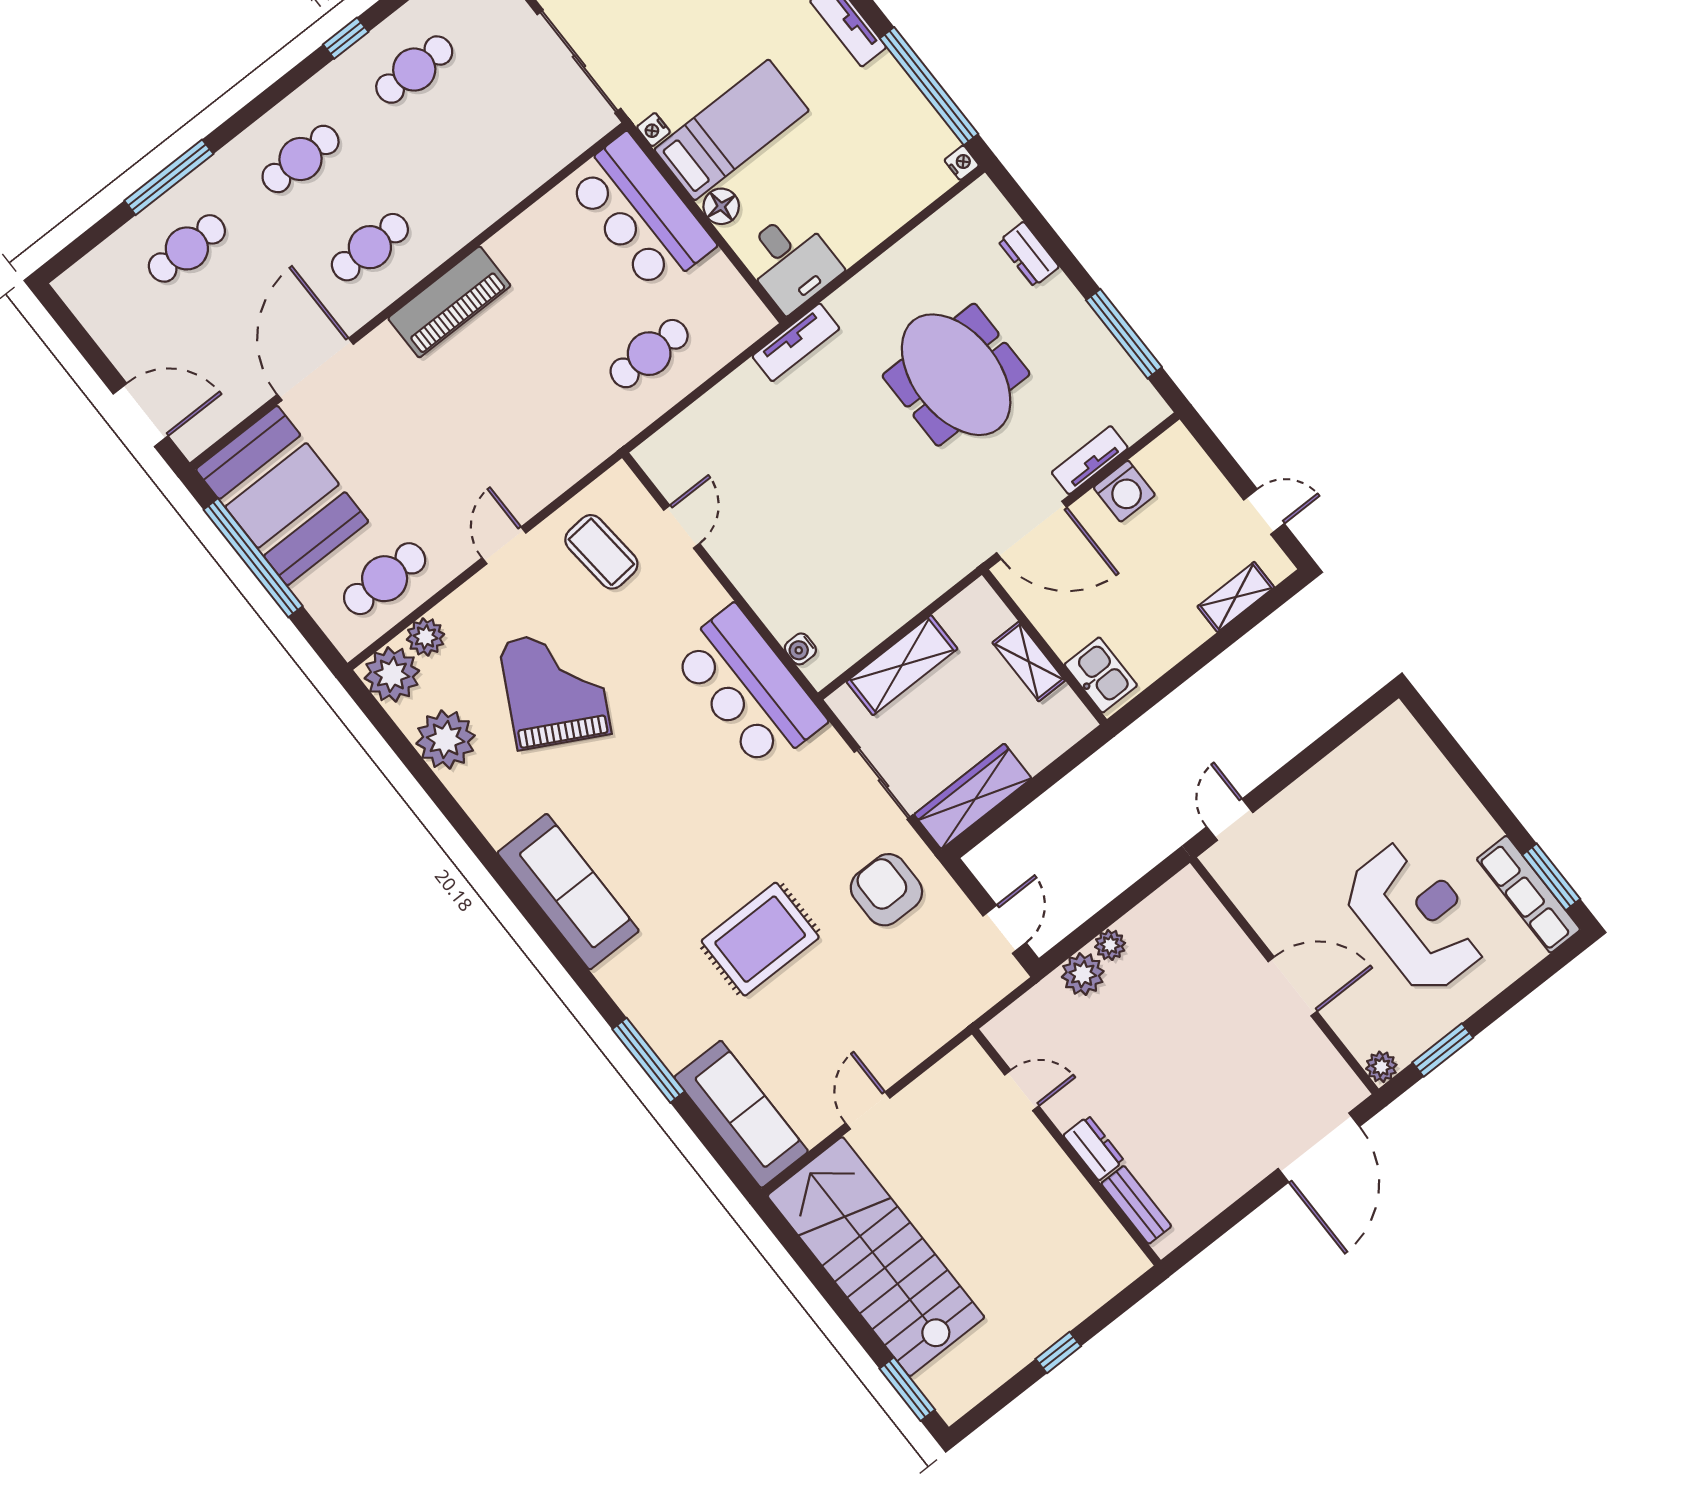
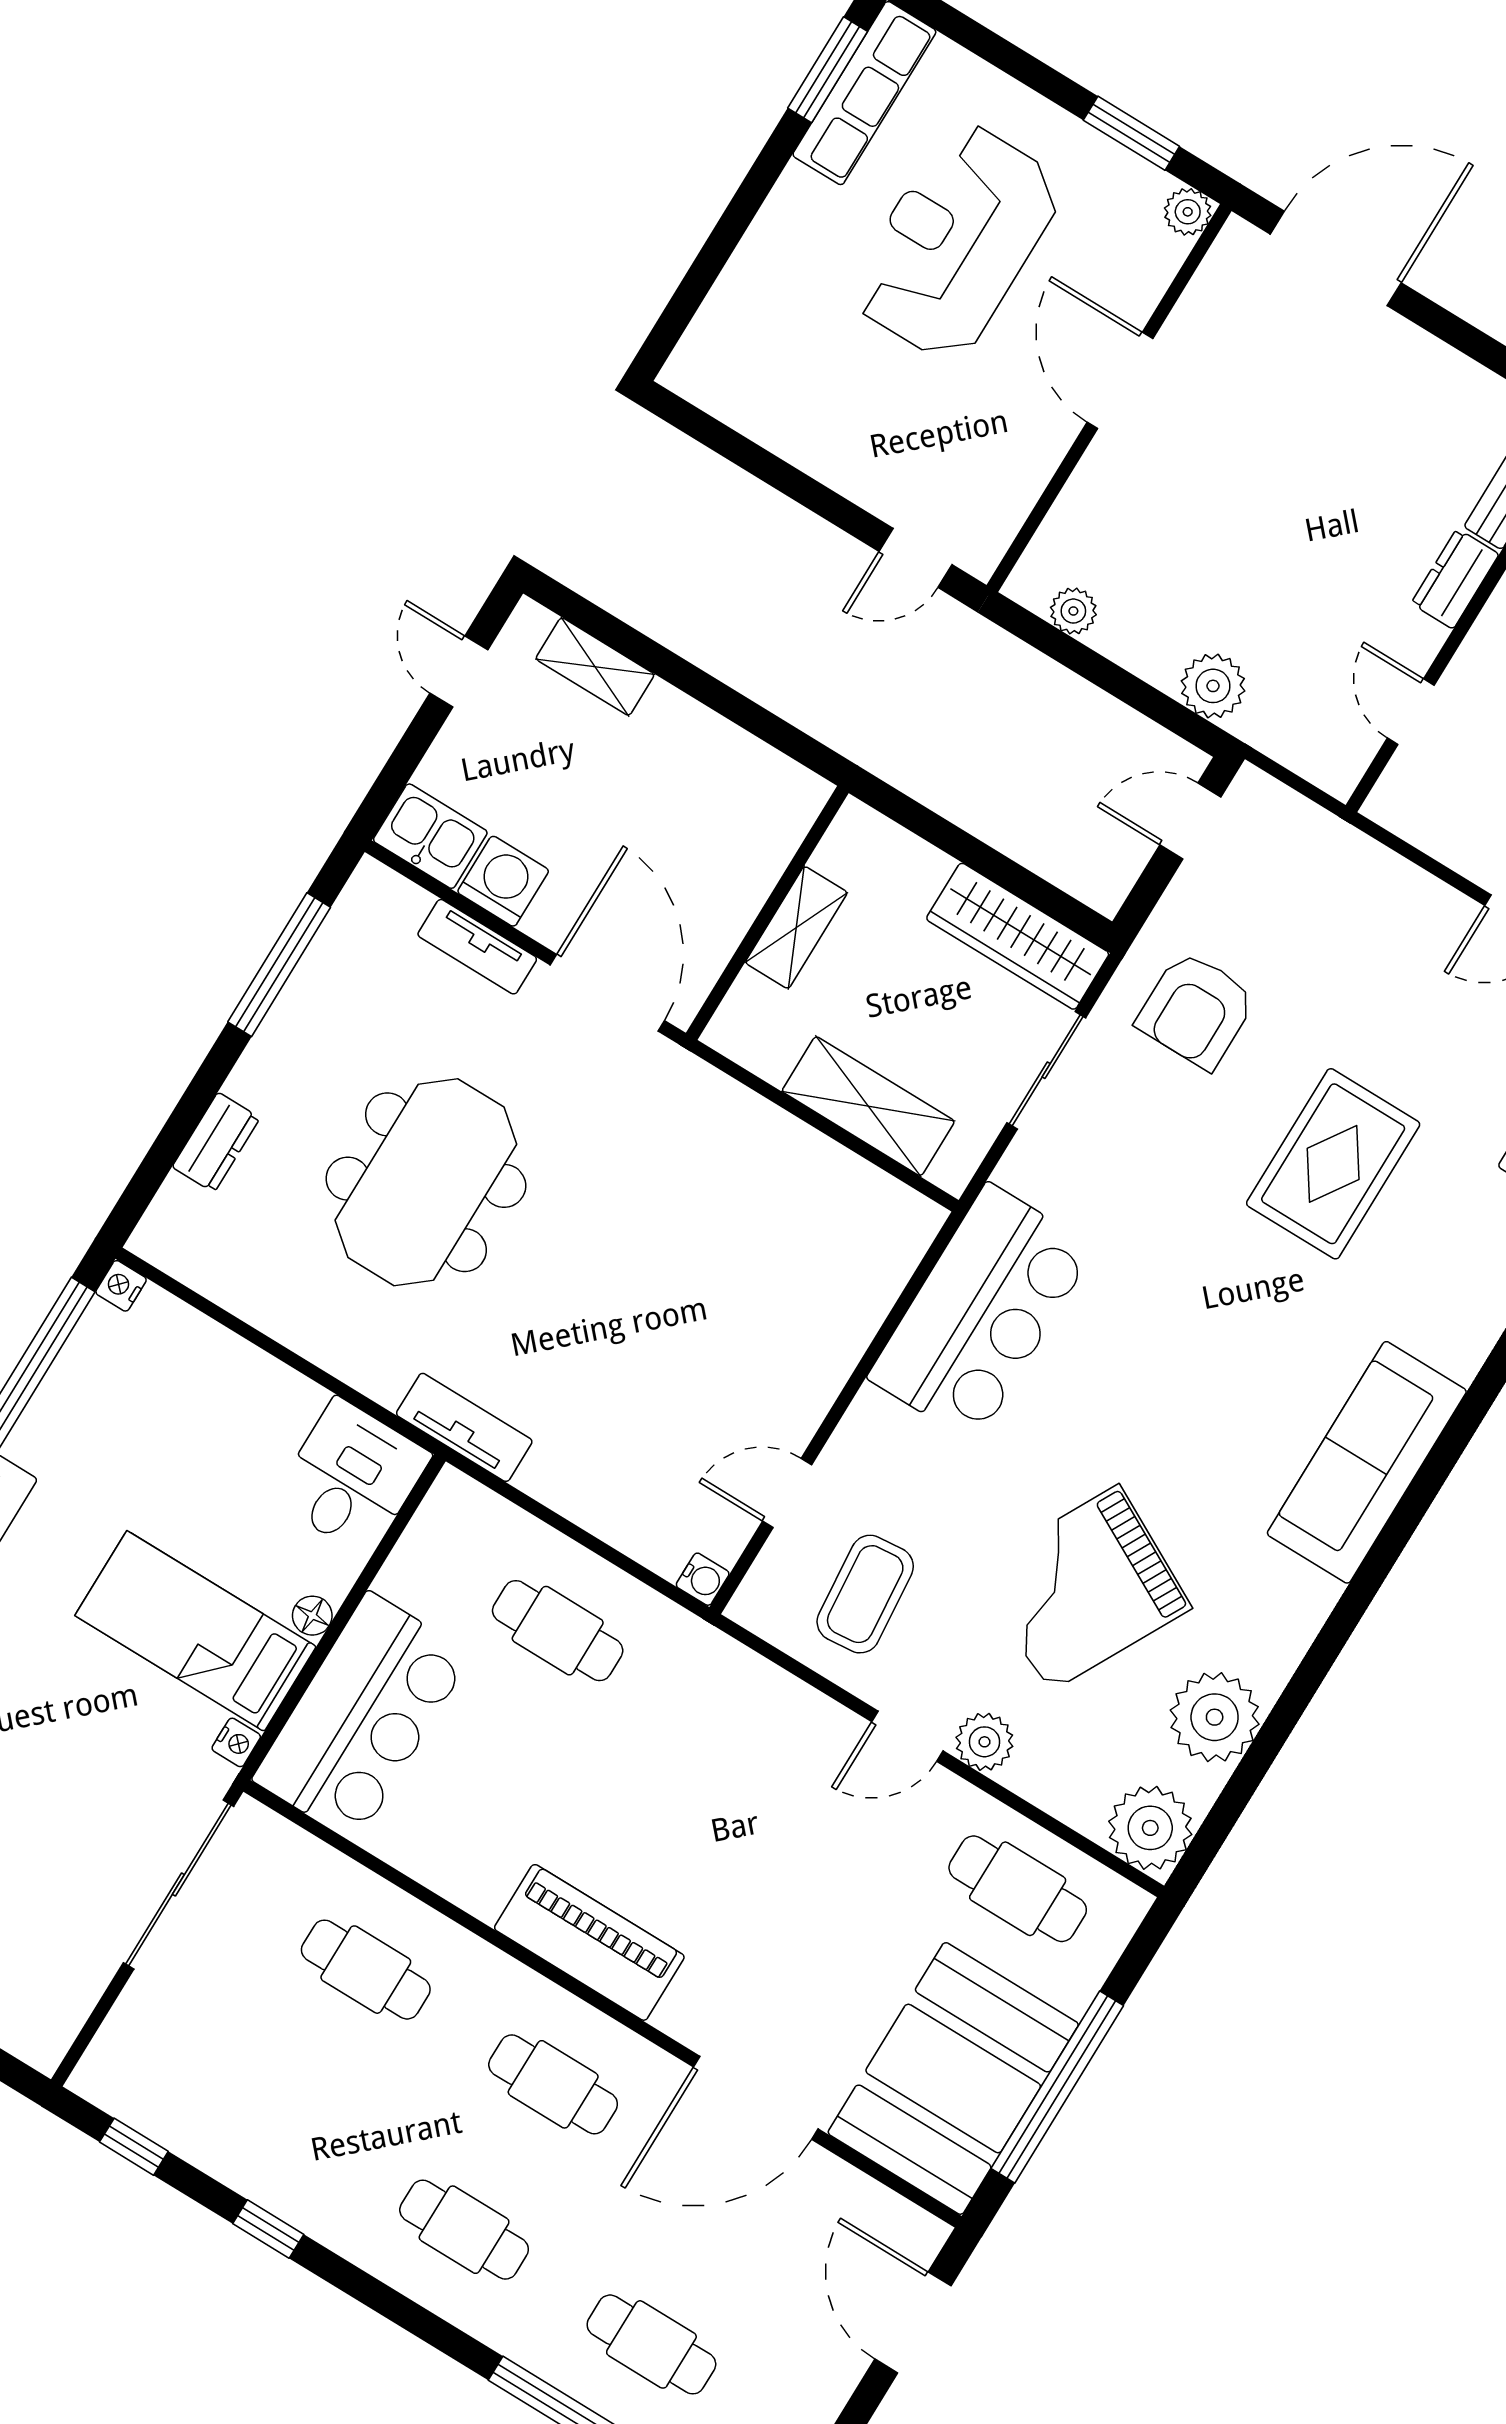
cafe table: (414, 70) -> (366, 1970), moved
floor lamp: (721, 206) -> (312, 1616), width x0.73, depth x0.73
plant: (426, 637) -> (984, 1742), moved
water cooler: (800, 649) -> (703, 1579), moved
kitchen sink: (1101, 675) -> (430, 836), moved, turned 90
rug: (760, 939) -> (1333, 1164), turned 90
plant: (1110, 945) -> (1073, 611), moved

